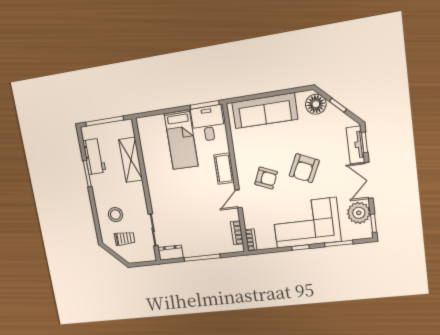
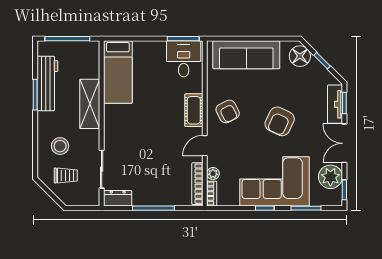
bed: (181, 140) -> (118, 72), moved
workbench: (94, 156) -> (47, 84), width x1.38
shelving: (131, 160) -> (90, 104), moved
armchair: (266, 178) -> (228, 111), moved, turned 40
plant: (249, 222) -> (213, 174), added
bookcase: (237, 233) -> (197, 184), width x1.56

